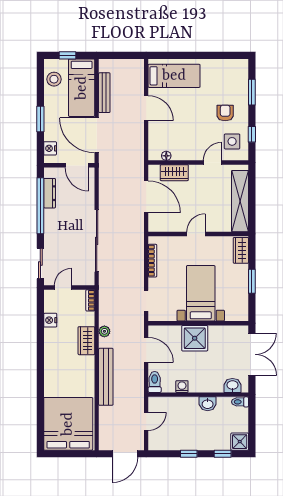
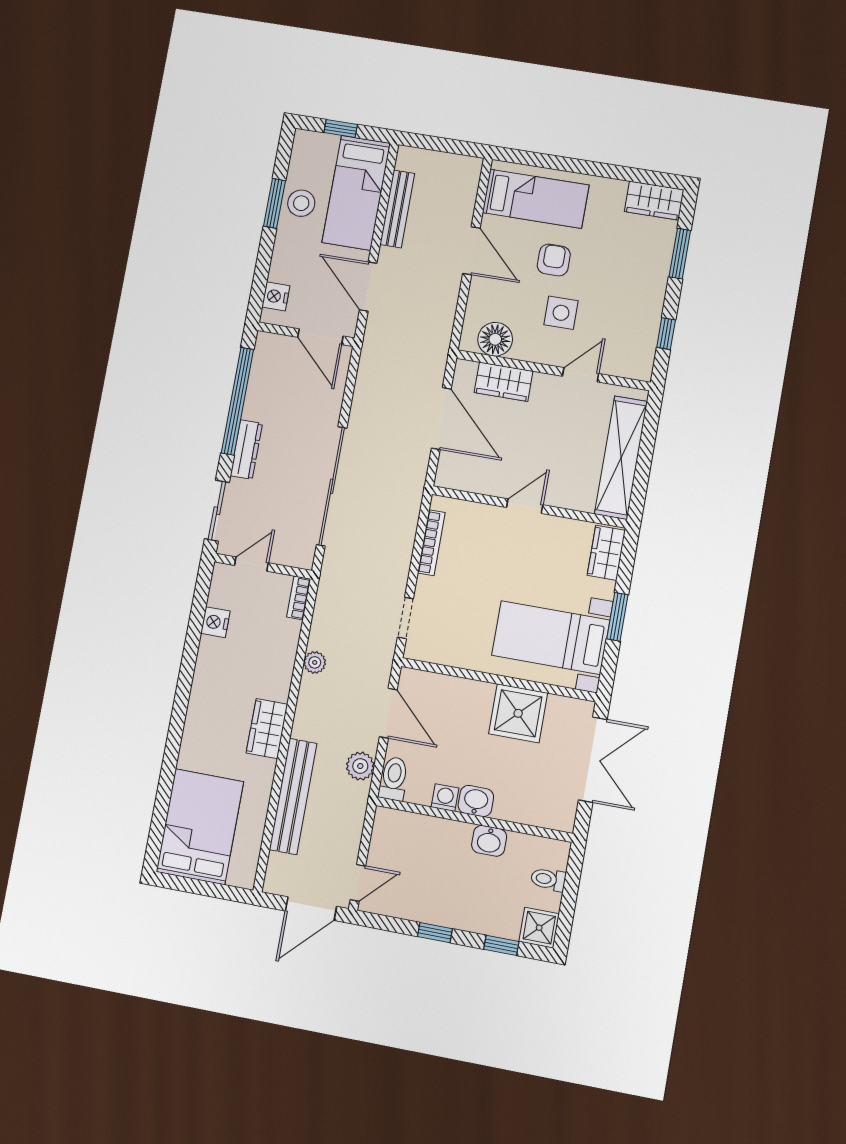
wardrobe: (234, 67) -> (654, 201), added
stool: (54, 79) -> (301, 203), moved
armchair: (225, 113) -> (554, 260), moved
window: (40, 119) -> (274, 203), moved
door: (97, 135) -> (368, 287), width x0.73
side table: (232, 141) -> (561, 313), moved
floor lamp: (166, 156) -> (495, 339), width x1.89, depth x1.89
dresser: (50, 193) -> (246, 450), moved
bed with nightstands: (201, 293) -> (551, 638), moved, turned -90
shower: (195, 338) -> (518, 713), moved
wardrobe: (86, 341) -> (267, 729), moved
bench: (106, 377) -> (293, 796), moved
plant: (137, 379) -> (360, 766), added
washbasin: (232, 385) -> (476, 801), moved
toilet: (240, 402) -> (548, 879), moved
door: (146, 421) -> (358, 883), moved
bed: (68, 424) -> (200, 827), width x0.73

